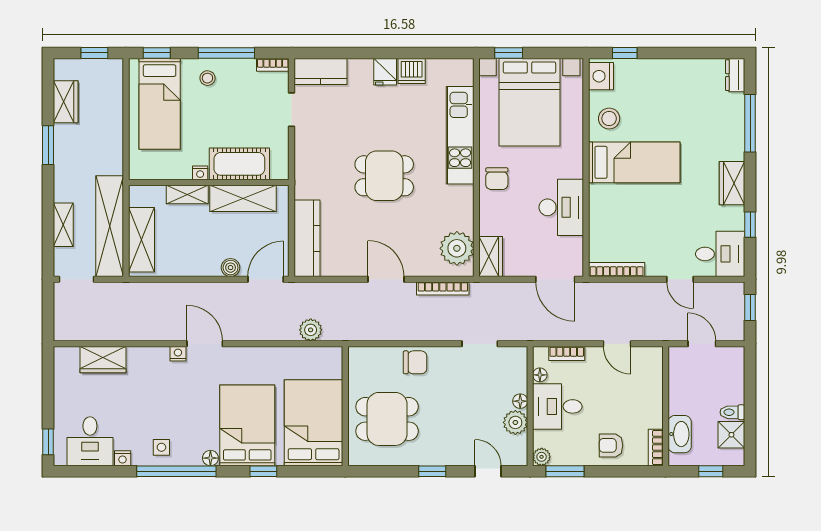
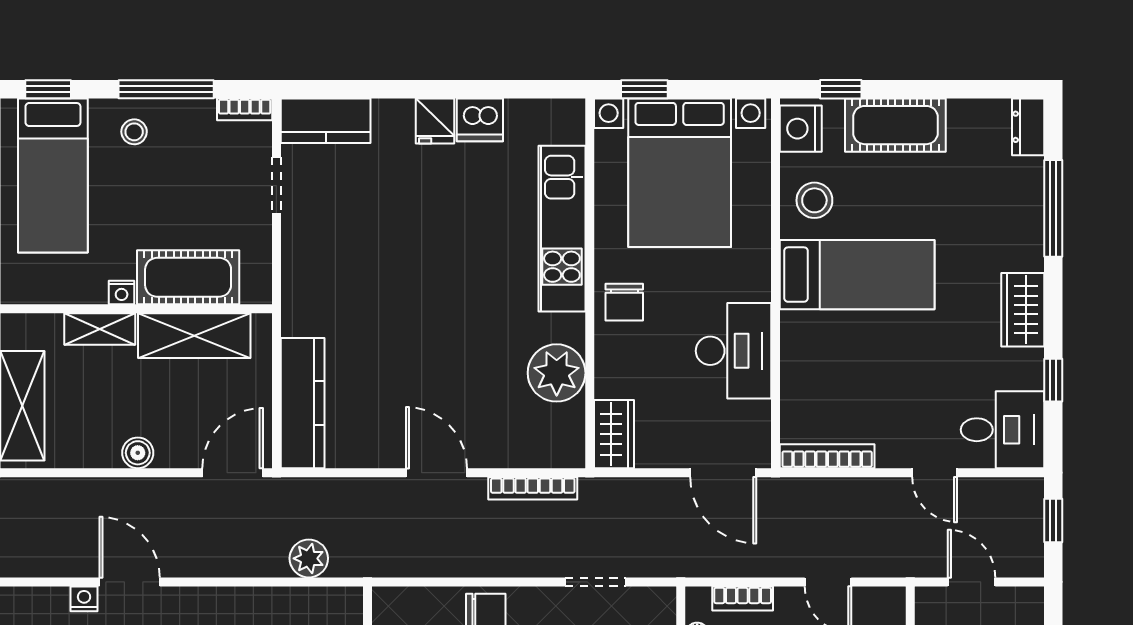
cot: (657, 74) -> (895, 125), added
dining table: (384, 176) -> (433, 297), removed
plant: (457, 248) -> (557, 373), moved
boiler: (231, 268) -> (138, 453), moved

